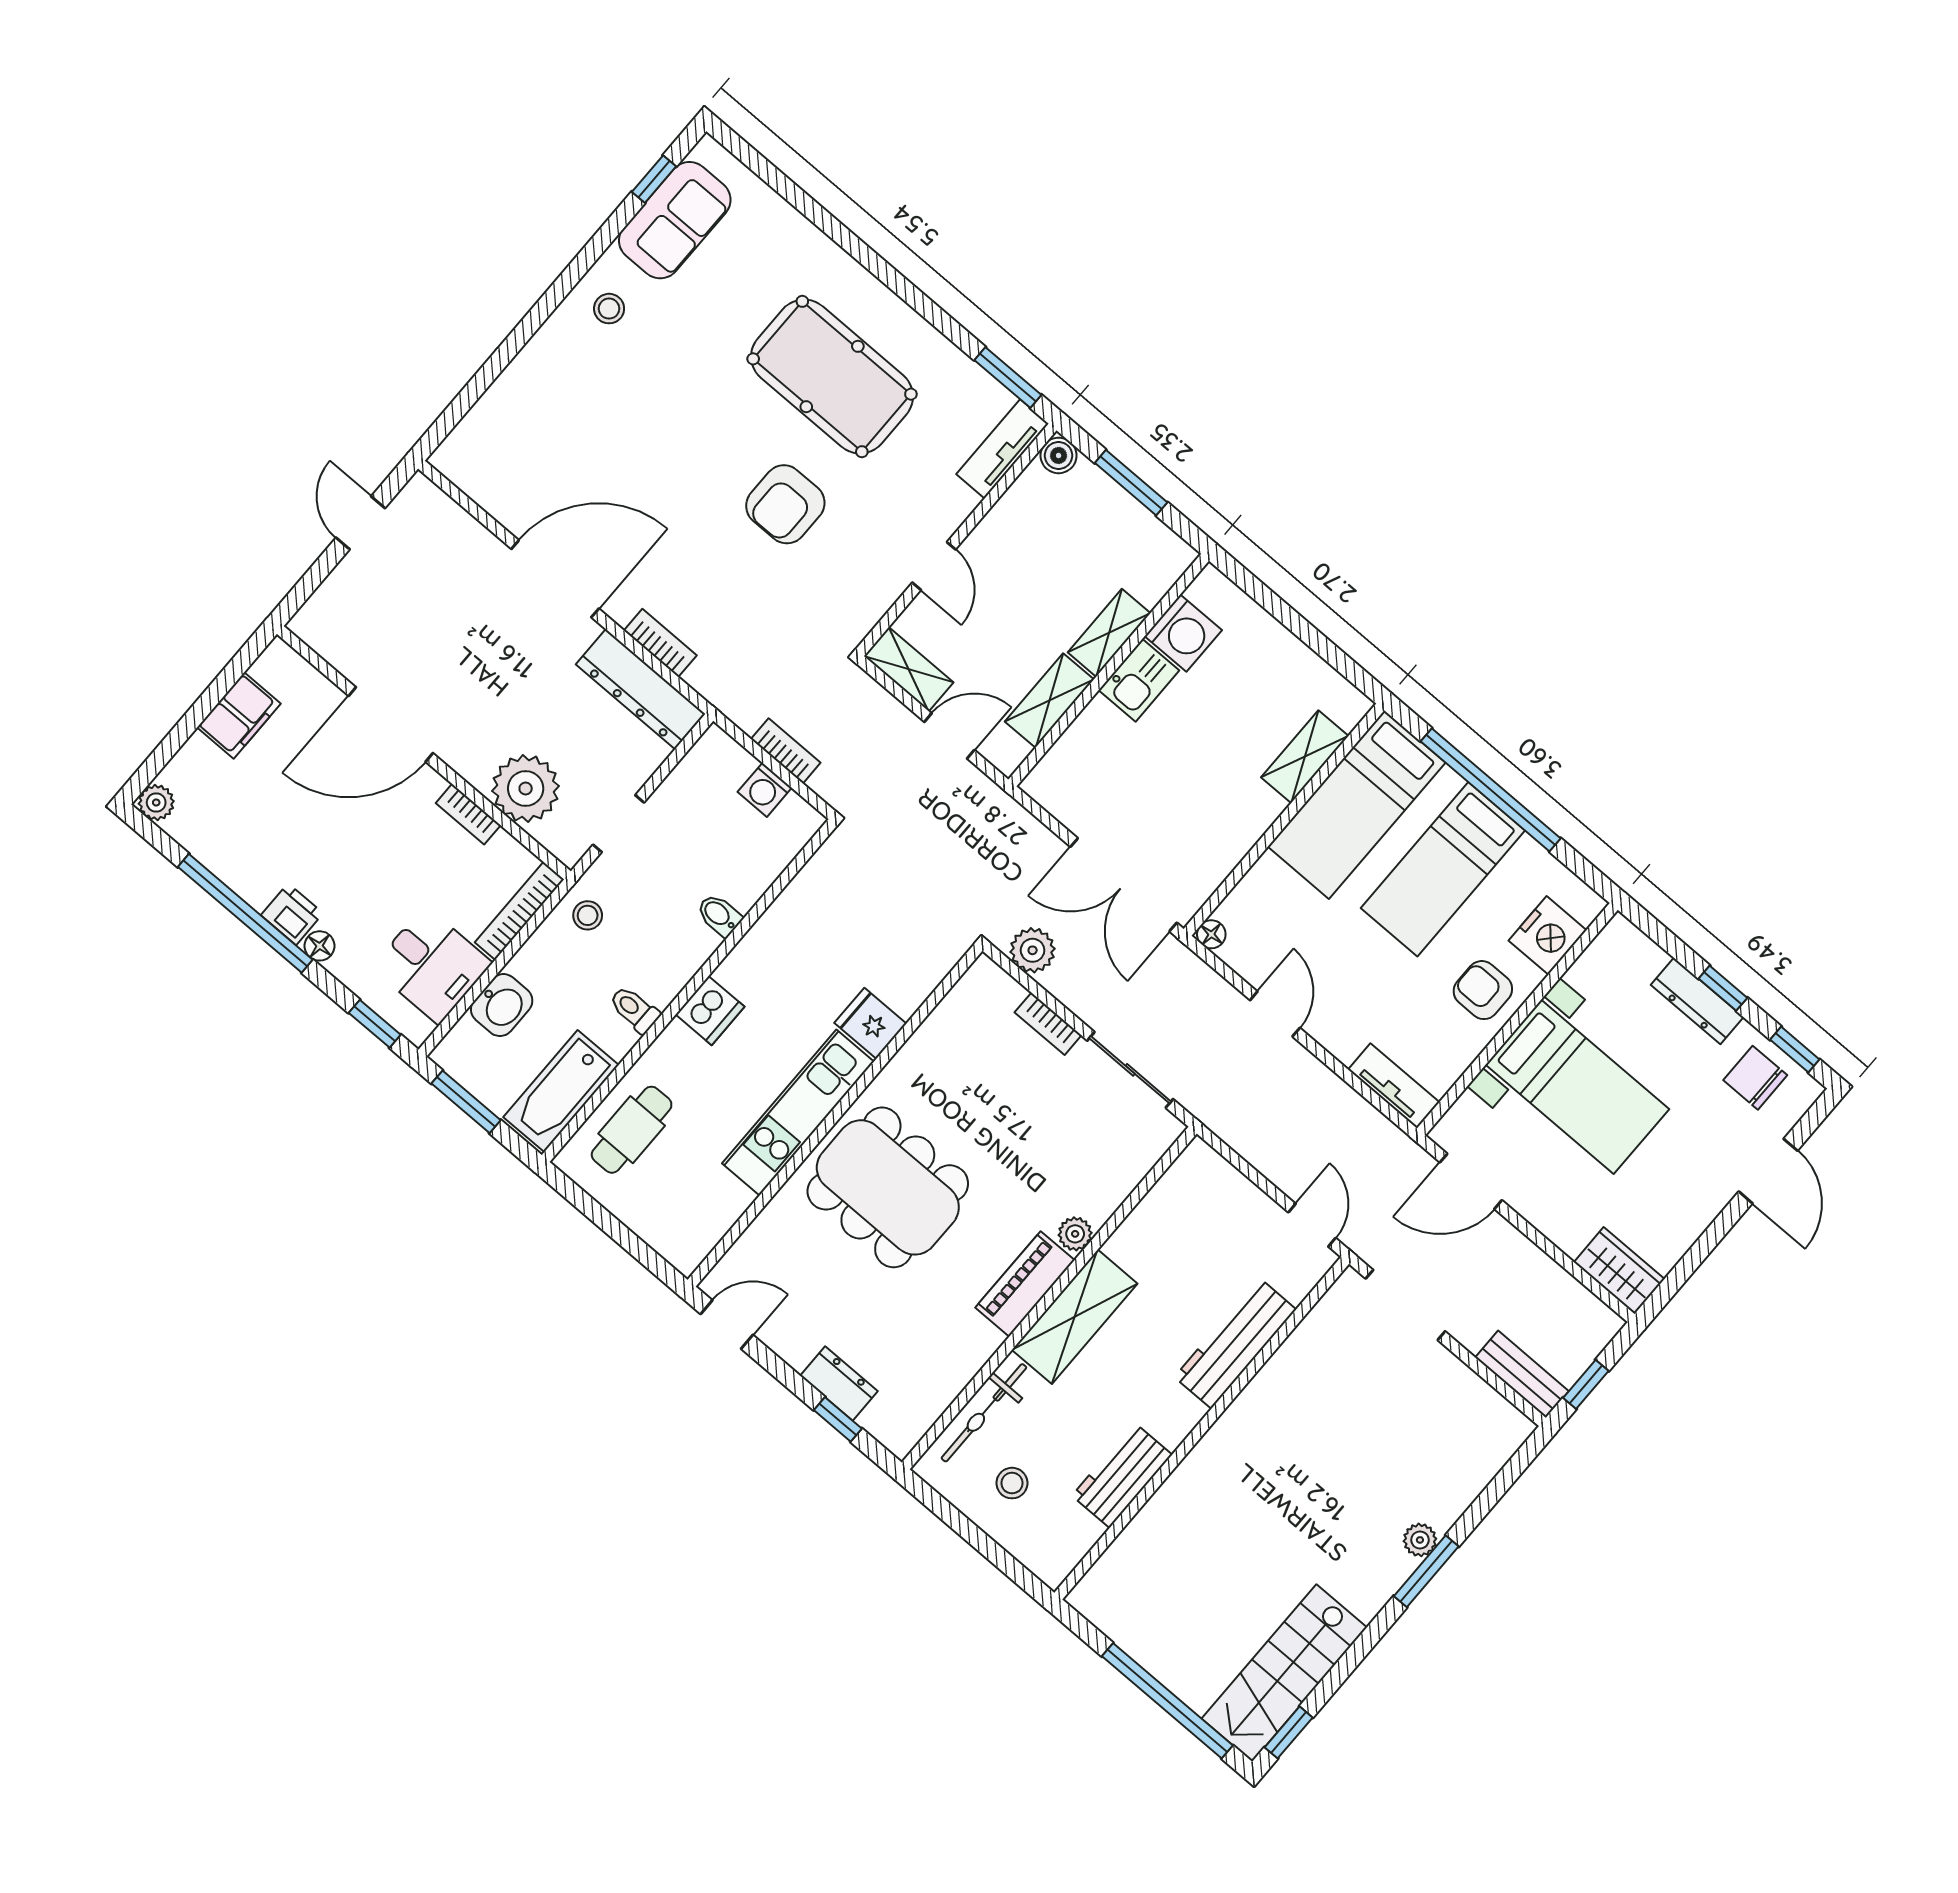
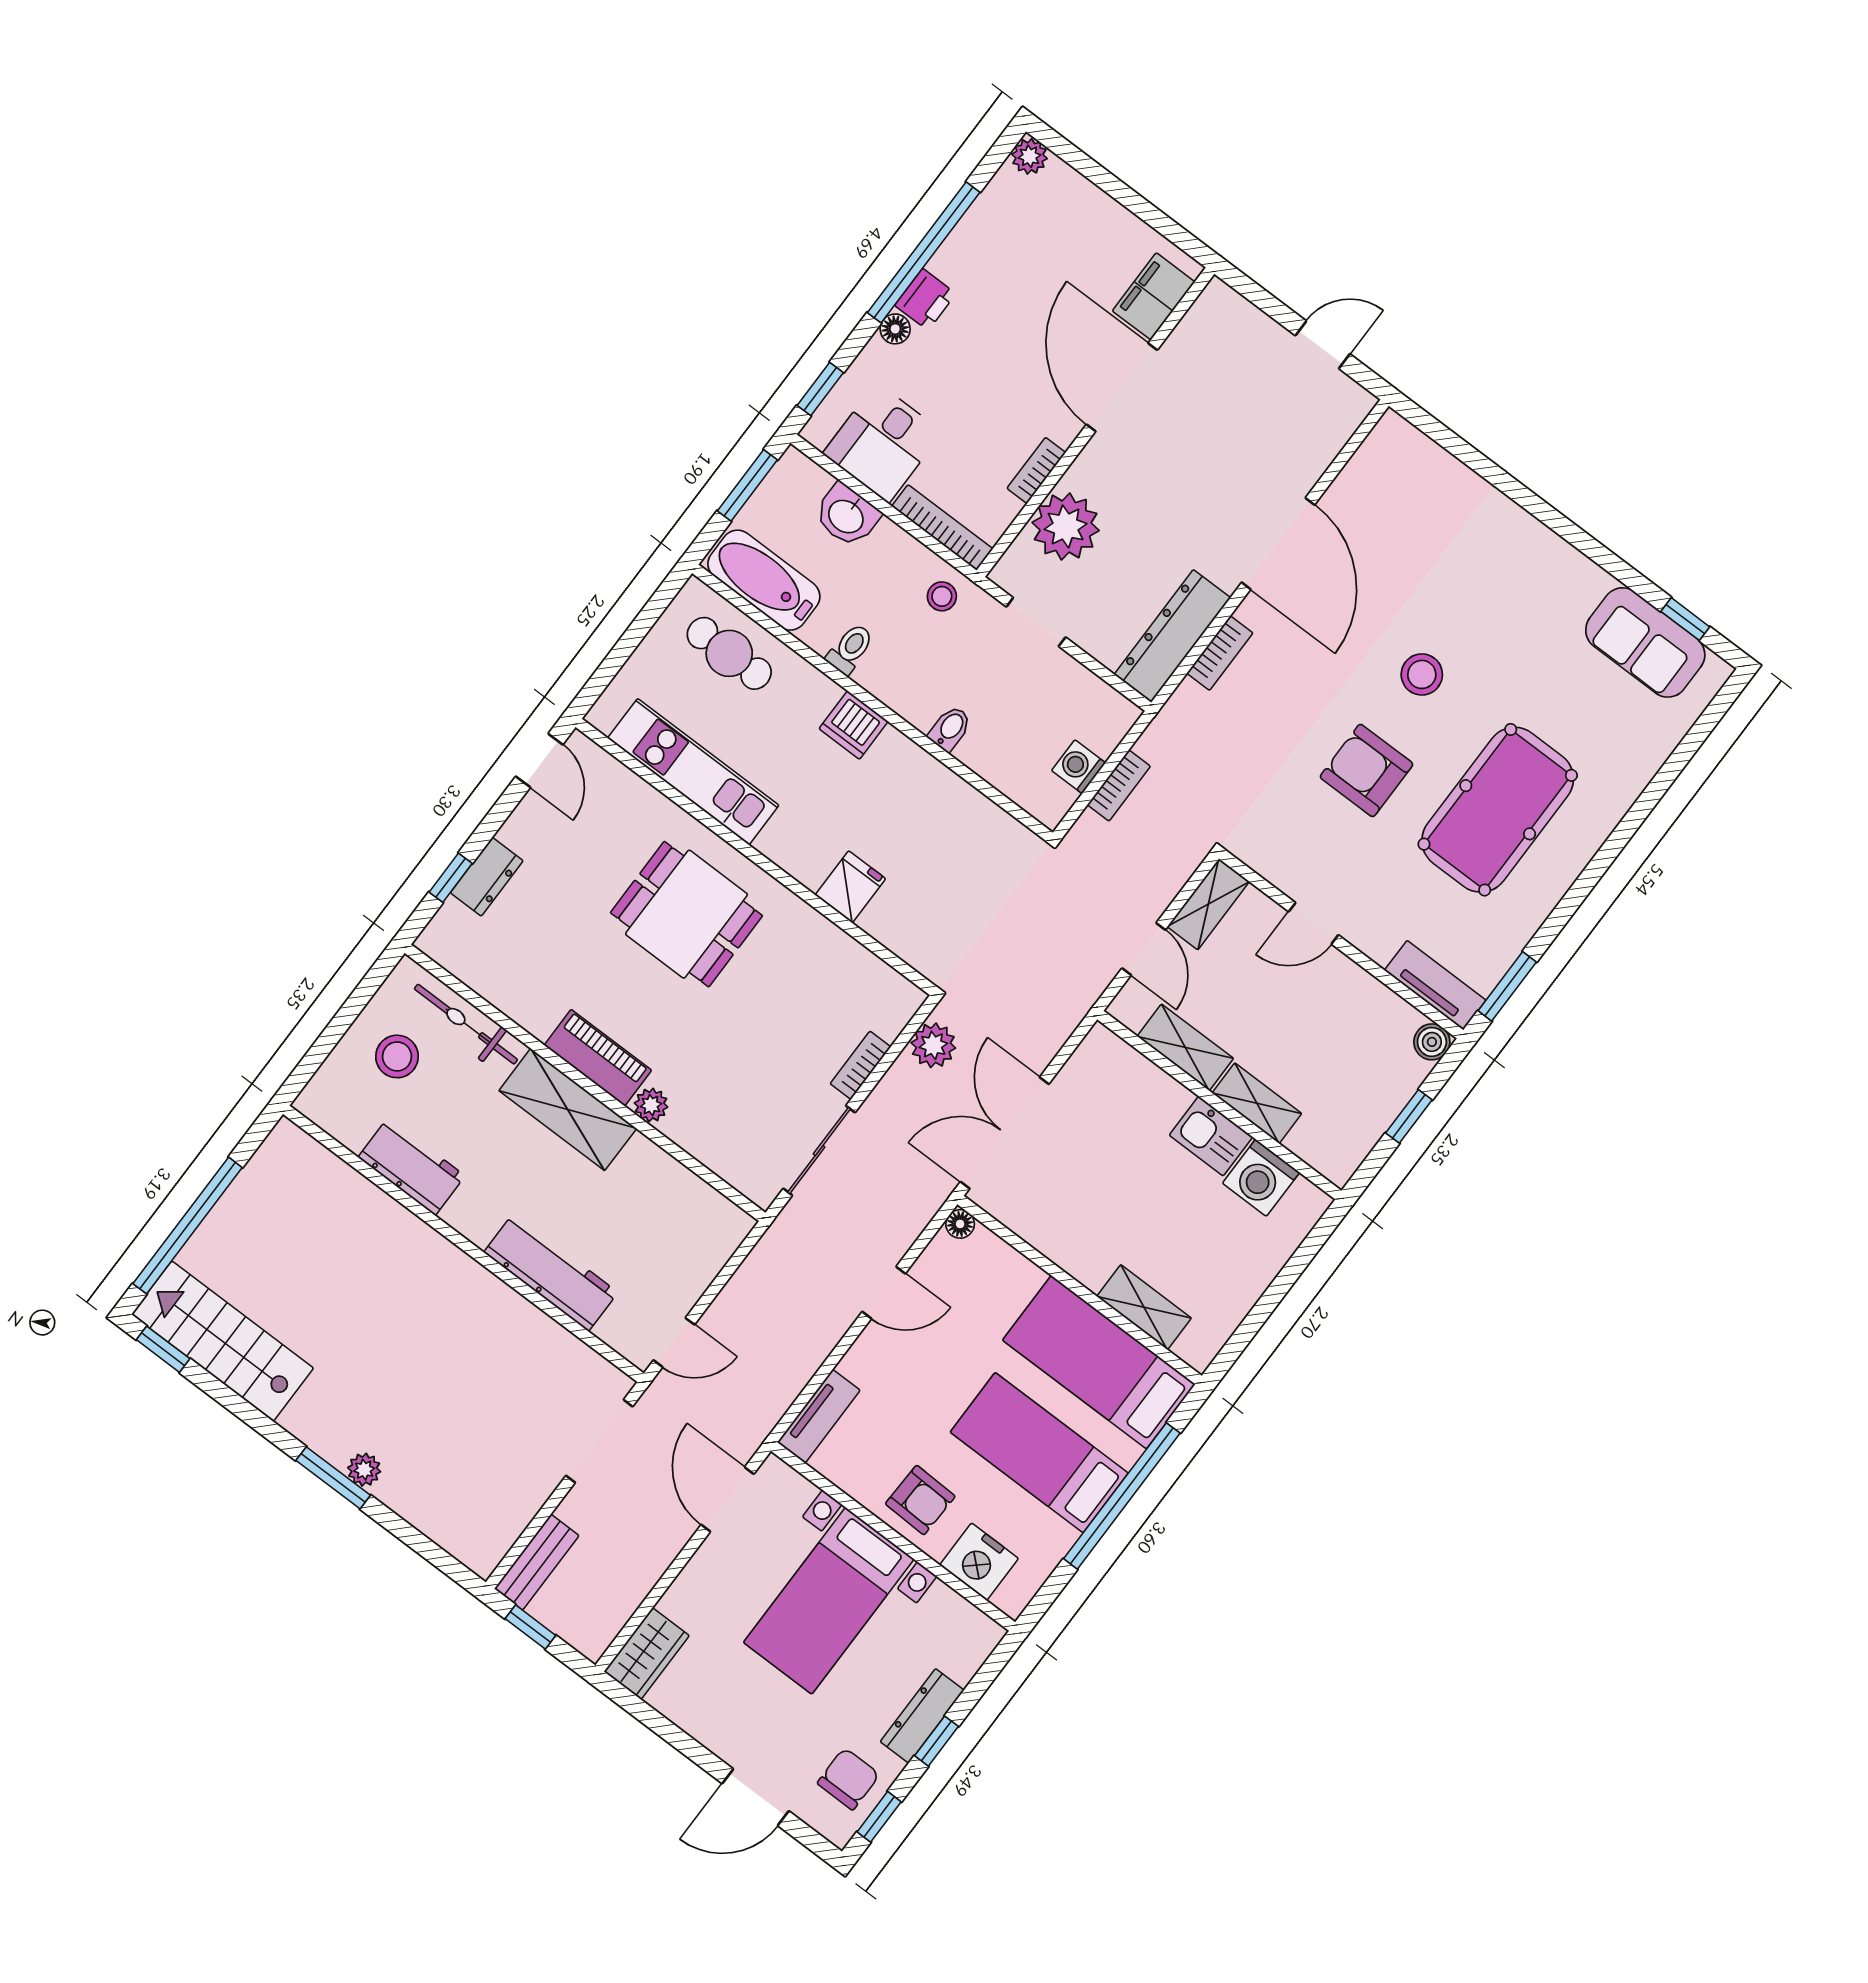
stool: (609, 309) -> (1422, 674), moved, width x1.37, depth x1.37
window: (1131, 483) -> (1409, 1116), width x0.67
filing cabinet: (239, 716) -> (1154, 296), moved, turned 90
armchair: (1483, 990) -> (920, 1500), turned 92
kitchen unit: (798, 1113) -> (693, 772), moved
dining table: (888, 1187) -> (687, 914), width x0.73
stool: (1012, 1483) -> (397, 1056), width x1.37, depth x1.37

